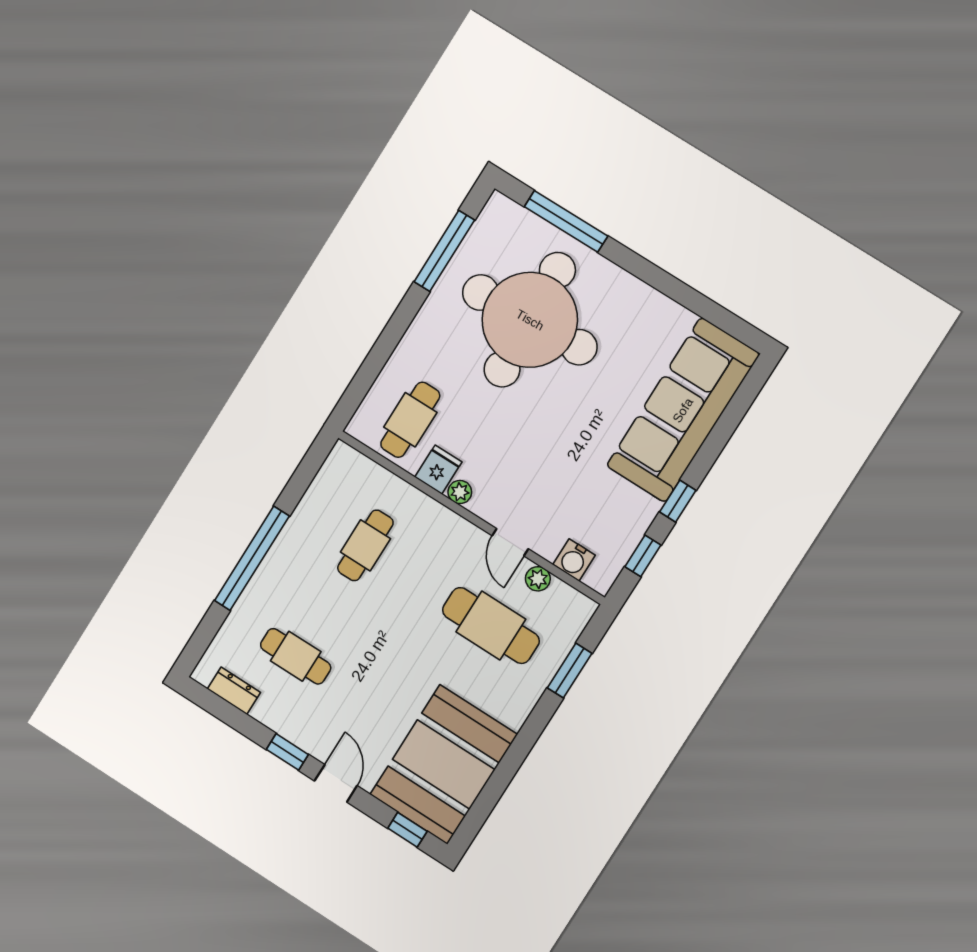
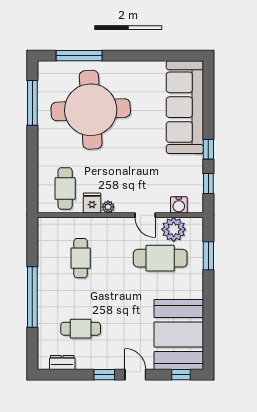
plant: (538, 579) -> (174, 229), width x1.88, depth x1.88

